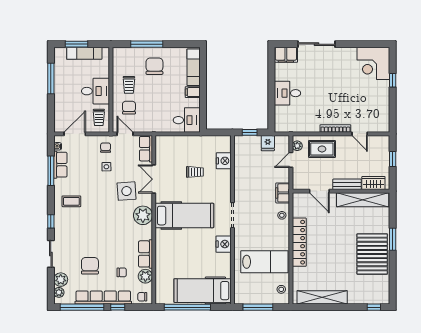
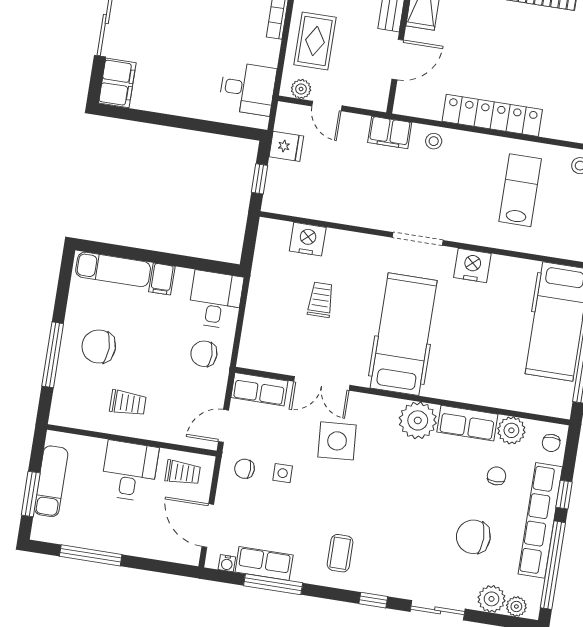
desk: (287, 93) -> (248, 89), moved, turned -90
chair: (129, 108) -> (204, 354), moved
plant: (143, 215) -> (418, 420), moved
lab bench: (264, 262) -> (520, 190), width x0.73, depth x0.72

